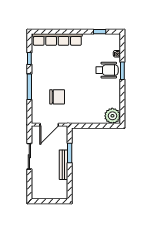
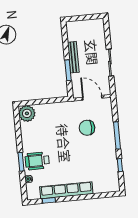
row of seats: (57, 40) -> (66, 190), moved
door: (49, 125) -> (92, 98), hinge flipped

